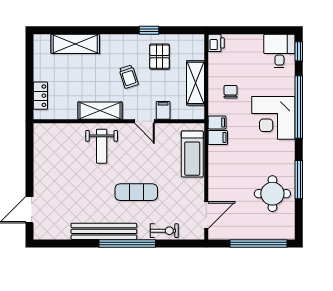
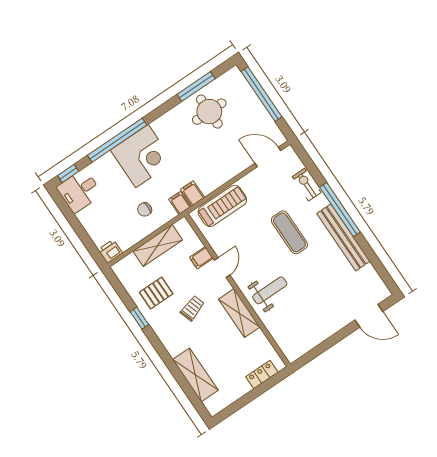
window: (299, 180) -> (196, 87), moved

